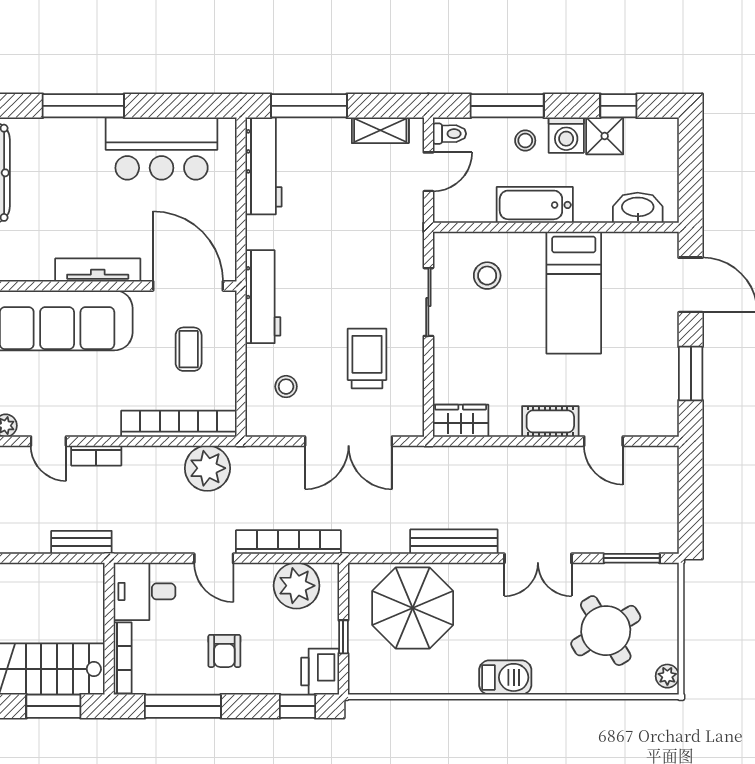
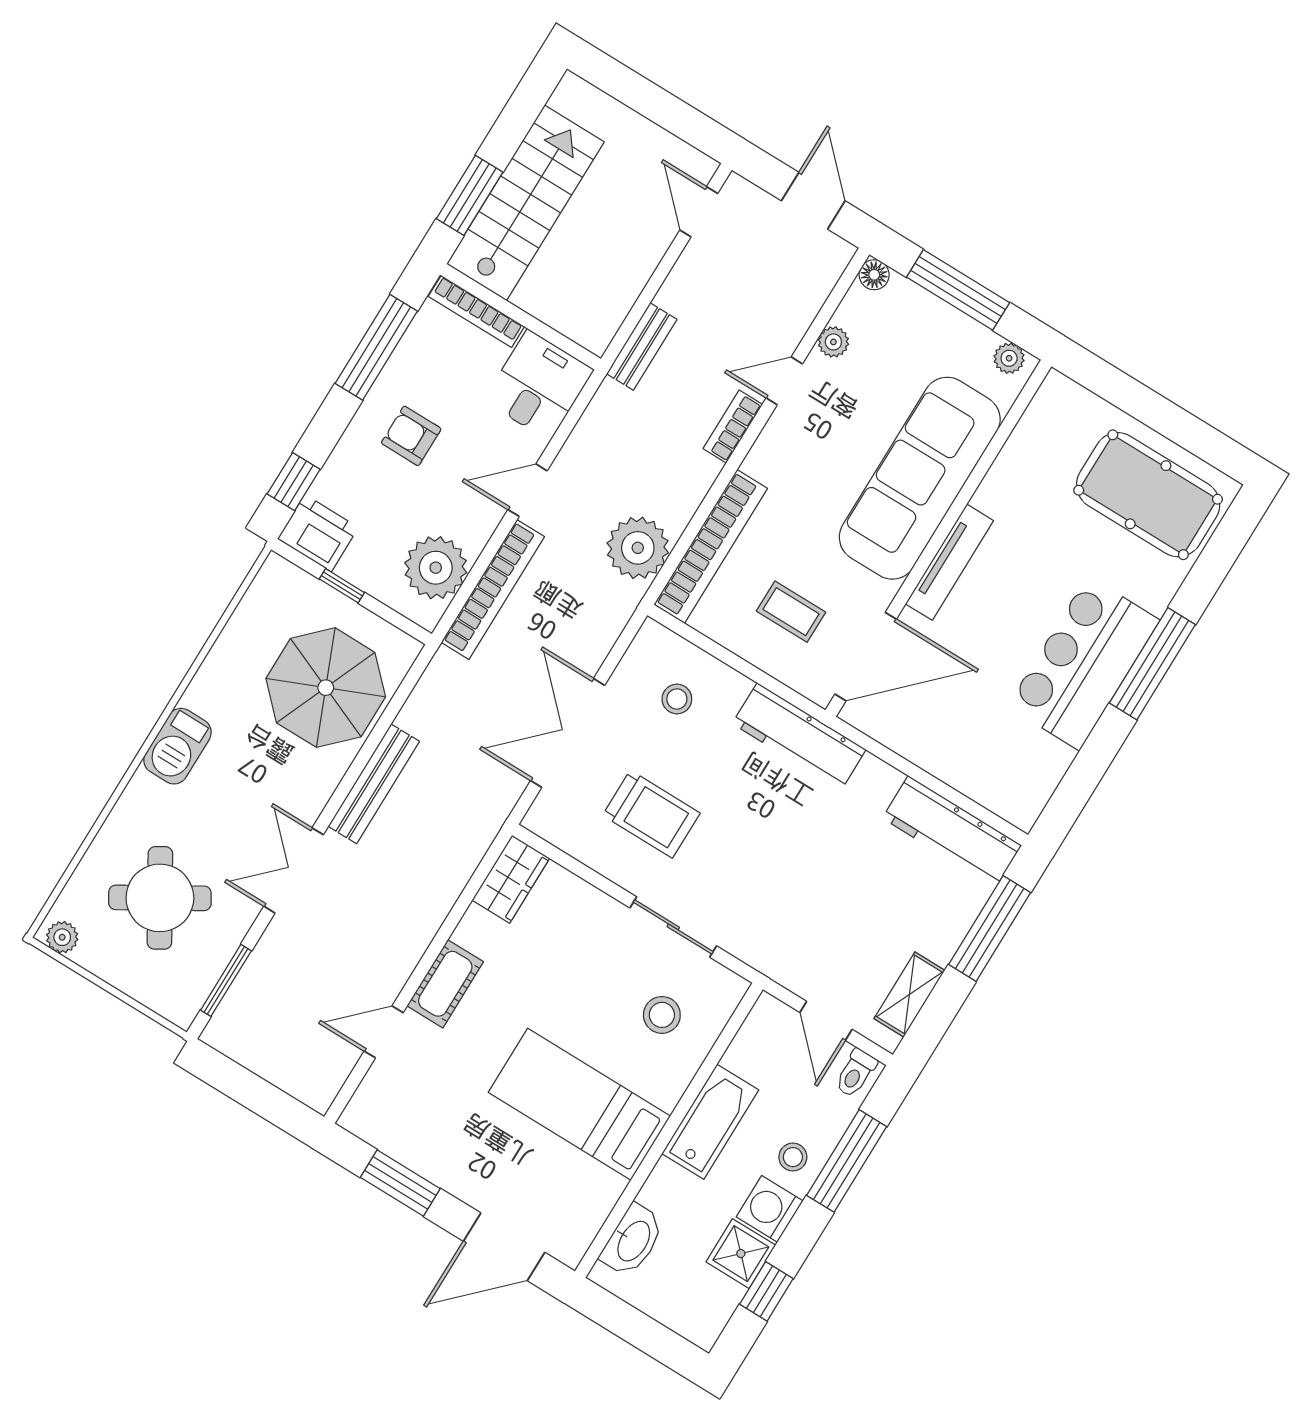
bar counter: (162, 149) -> (1084, 663), moved

